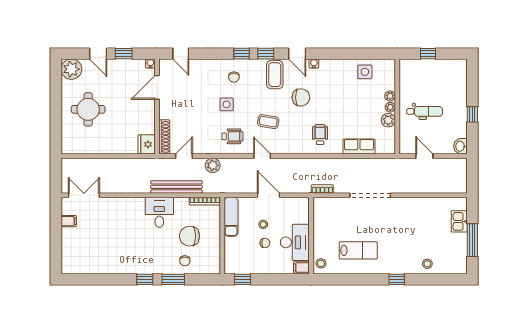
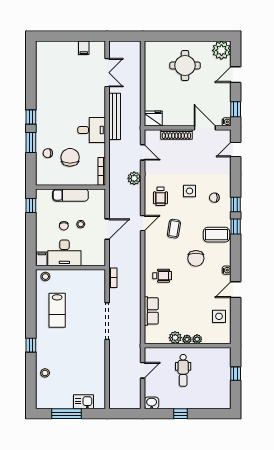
window: (124, 54) -> (236, 109), moved
door: (297, 54) -> (236, 290), moved
shoe rack: (164, 137) -> (176, 134), moved
bench: (176, 187) -> (115, 116), moved
double door: (84, 195) -> (107, 73), moved
exam couch: (231, 217) -> (70, 195), moved

